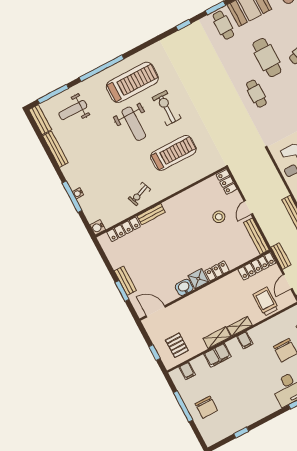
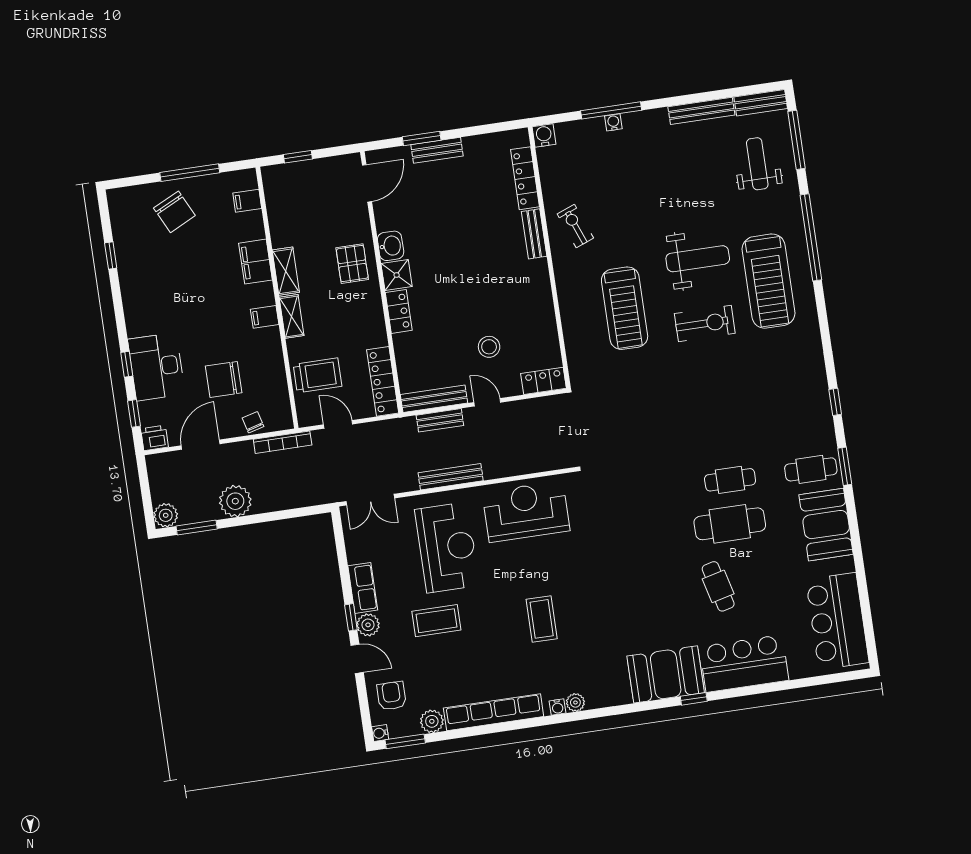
cafe table: (256, 94) -> (730, 480), moved
weight bench: (134, 124) -> (698, 259), turned 180
bench: (281, 256) -> (440, 420), moved
pallet: (177, 345) -> (352, 264), moved, turned 90
chair: (206, 407) -> (174, 212), turned -116

